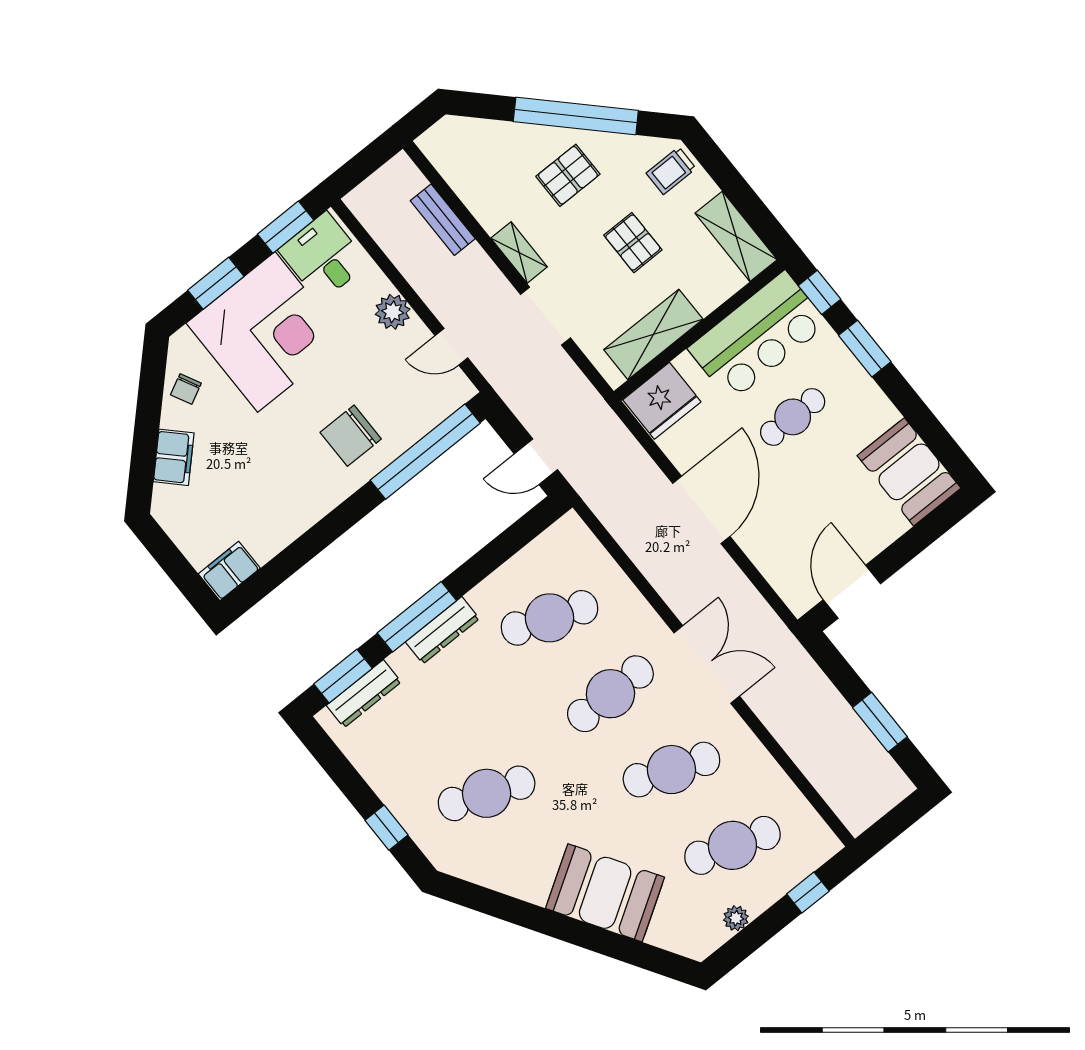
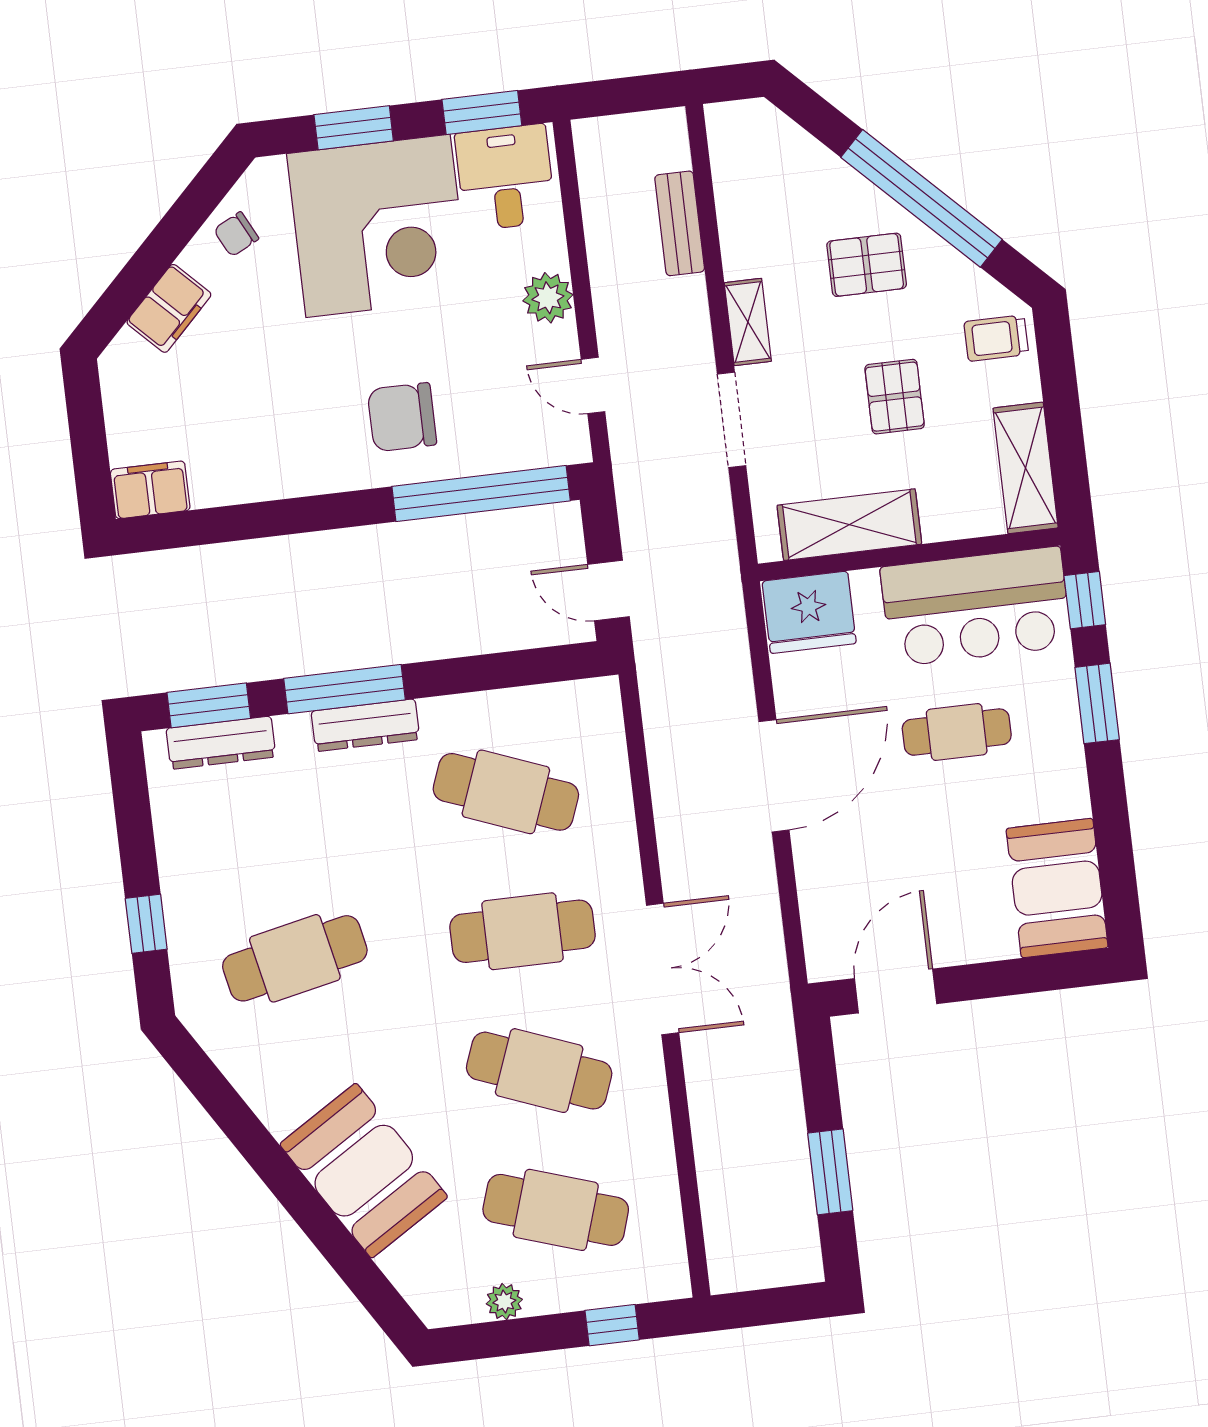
cafe table: (487, 793) -> (295, 958), turned -33

